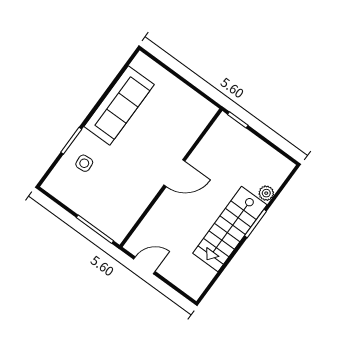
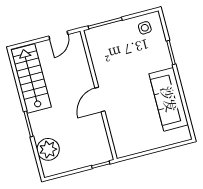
side table: (84, 163) -> (145, 28), moved
plant: (266, 193) -> (48, 149), width x1.88, depth x1.88
stairs: (230, 229) -> (31, 78), moved

